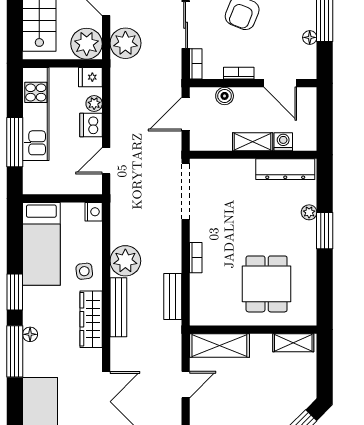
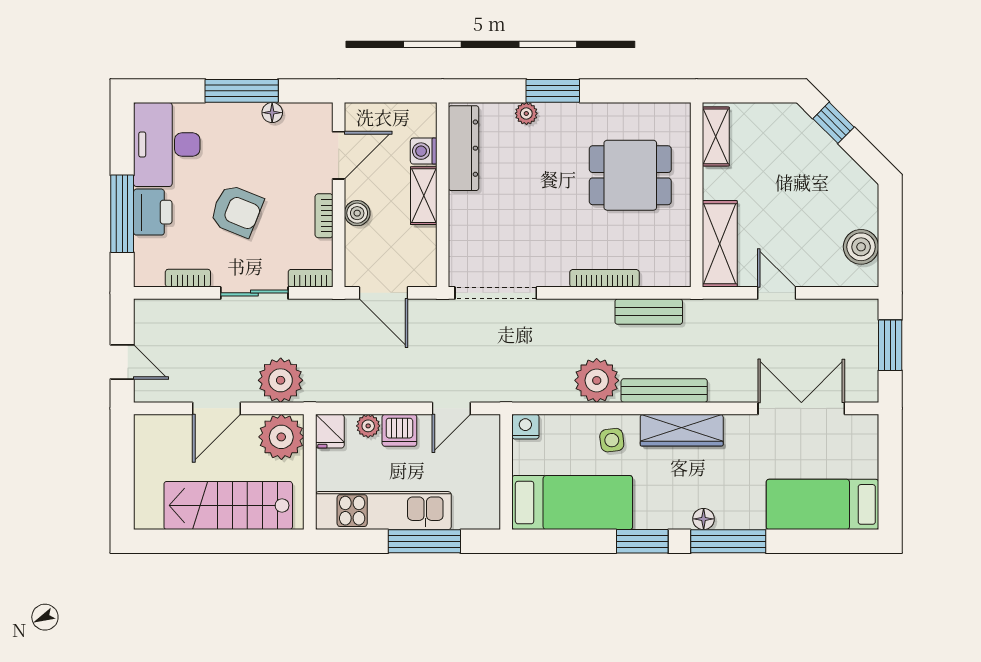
boiler: (225, 96) -> (357, 213), moved
door: (106, 161) -> (451, 408), hinge flipped
bookcase: (196, 258) -> (605, 278), width x1.56

